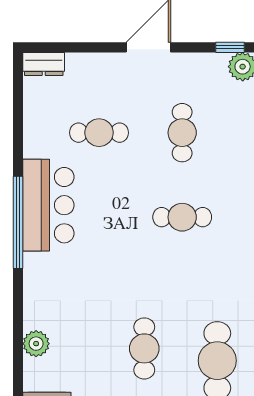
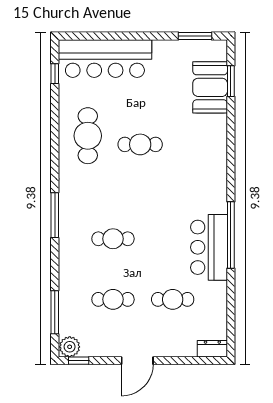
cafe table: (182, 133) -> (113, 299), turned 90
plant: (36, 344) -> (218, 148), removed
cafe table: (144, 348) -> (140, 144), turned 90

